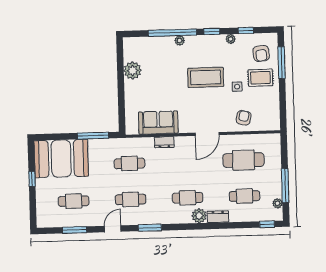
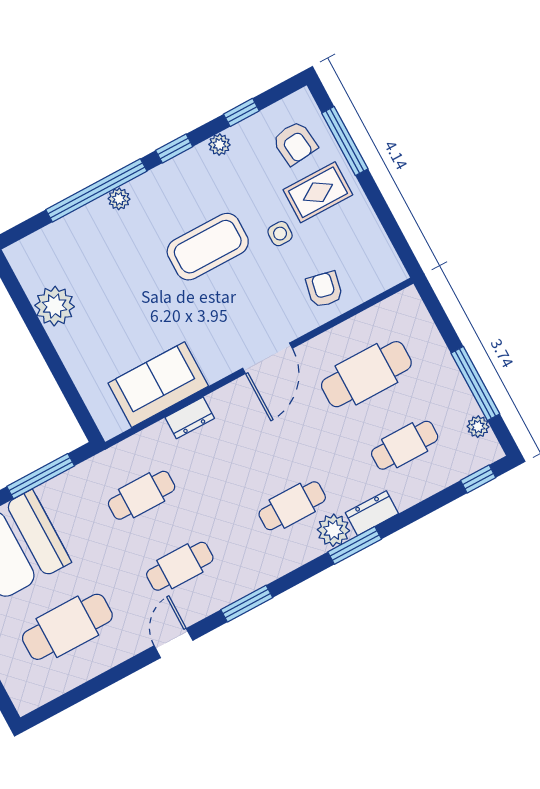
cafe table: (74, 201) -> (67, 627), width x1.37, depth x1.35
window: (74, 230) -> (355, 545), moved

